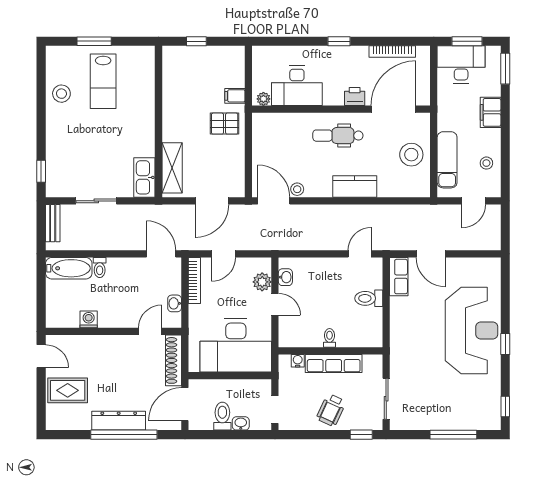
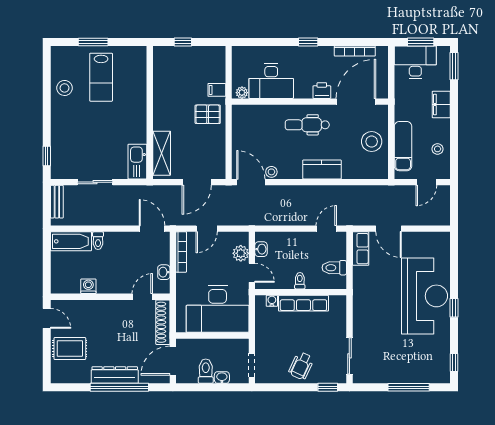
toilet: (329, 338) -> (300, 281), moved
wall: (330, 351) -> (301, 292), moved
water cooler: (298, 361) -> (272, 301), moved
row of seats: (334, 363) -> (303, 303), moved

